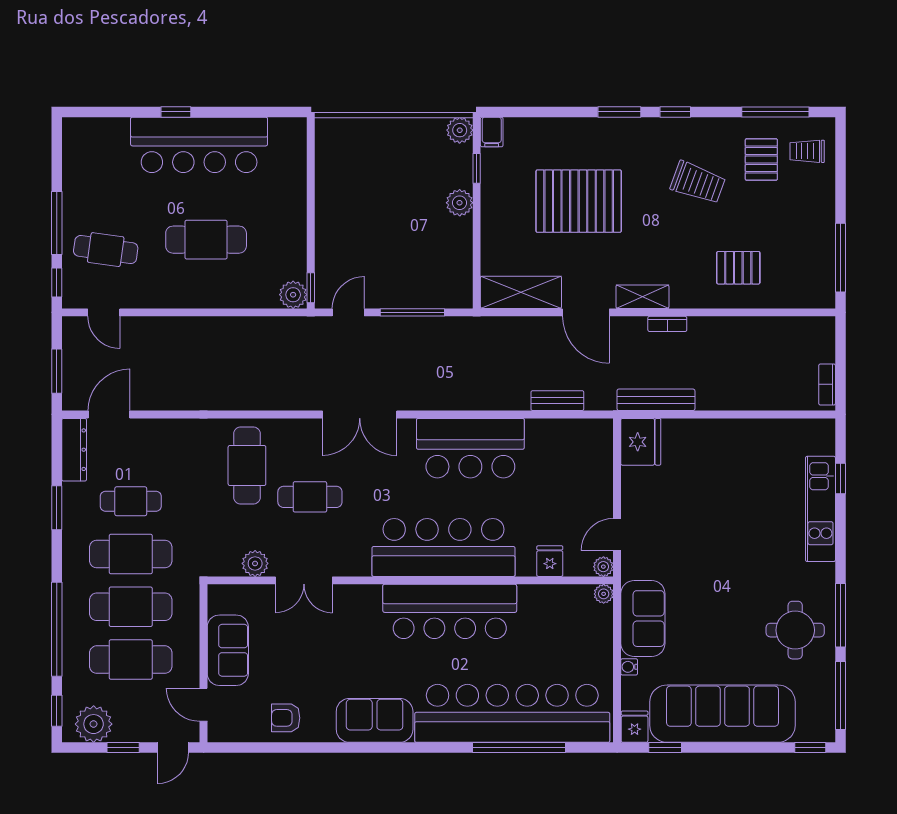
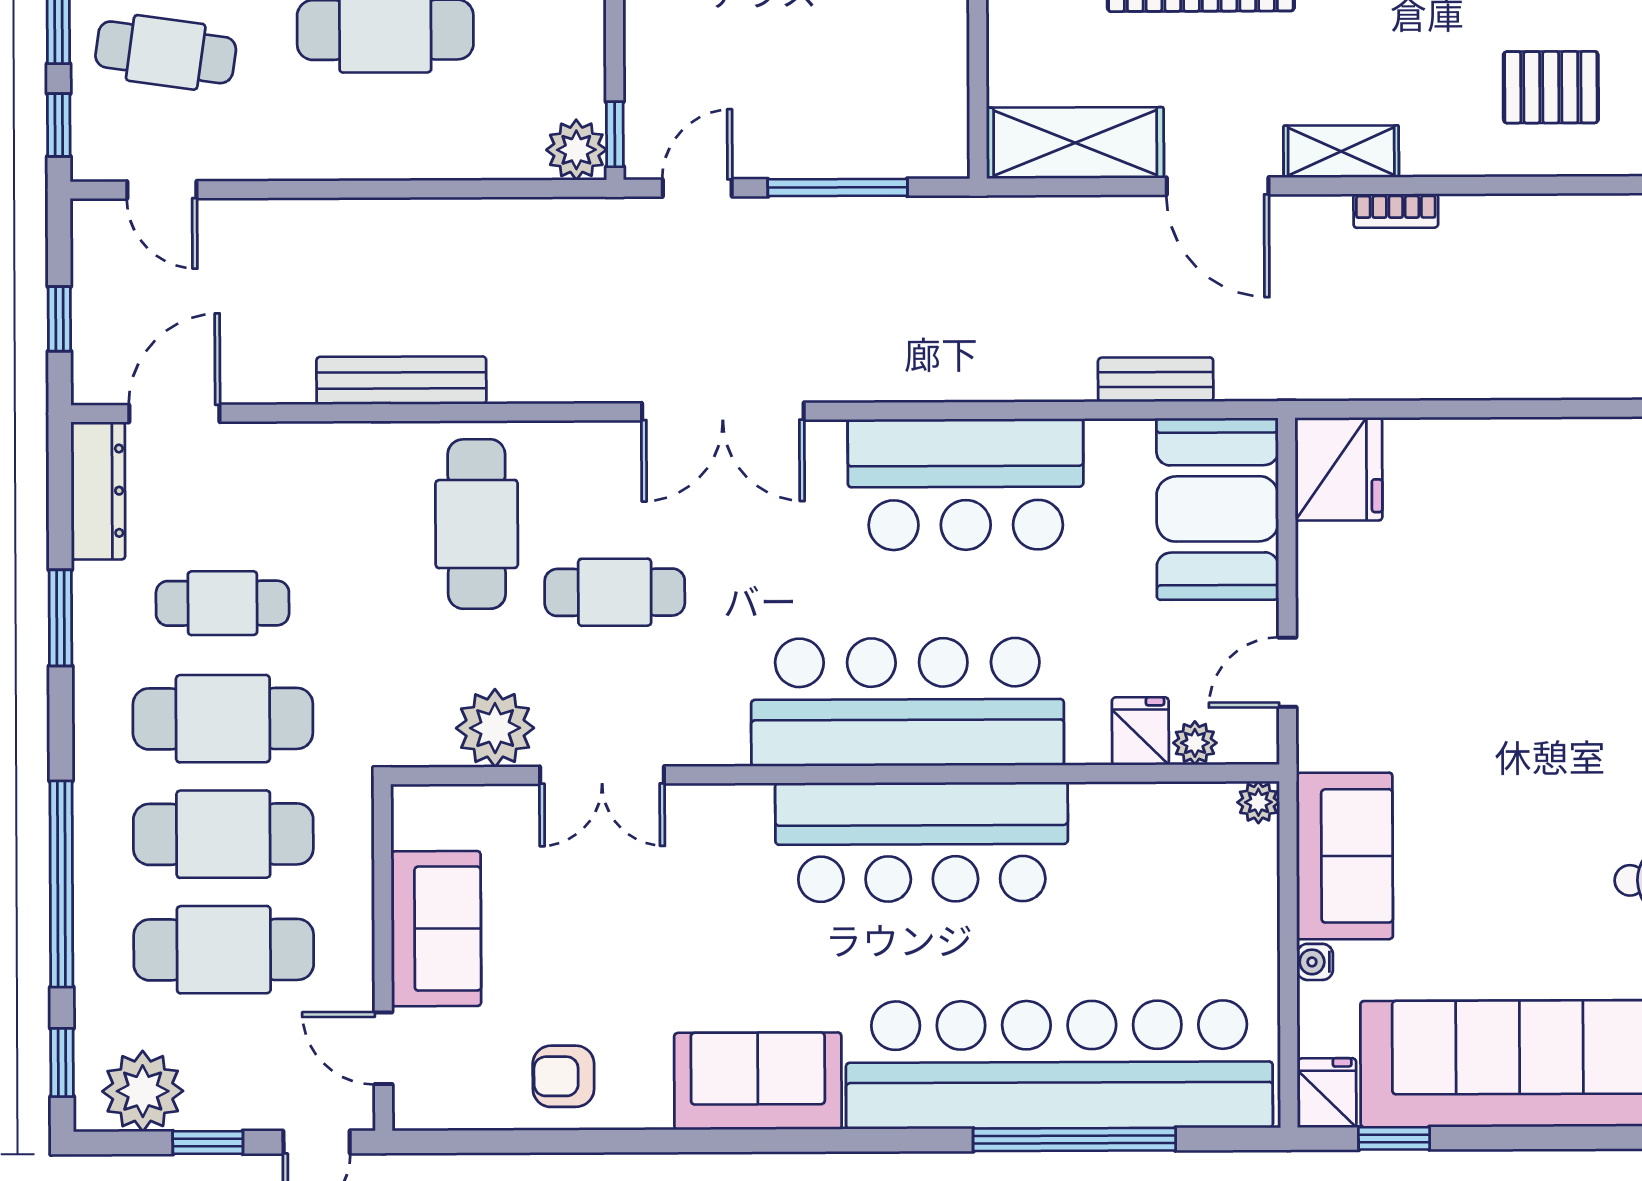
window: (57, 371) -> (59, 319), width x0.67
bench: (656, 400) -> (401, 380), moved
booth: (585, 460) -> (1217, 509), added
plant: (255, 563) -> (495, 728), width x1.36, depth x1.36
plant: (603, 567) -> (1195, 743), moved

